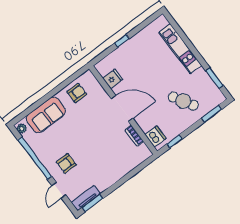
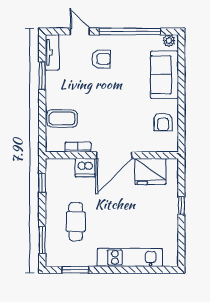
fridge: (113, 79) -> (150, 171), width x1.88, depth x1.34
cafe table: (183, 101) -> (76, 222), turned -59
dishwasher: (155, 136) -> (85, 168), moved
coffee table: (124, 160) -> (62, 118), added
armchair: (66, 163) -> (101, 59), turned 90
window: (92, 203) -> (42, 76), moved

